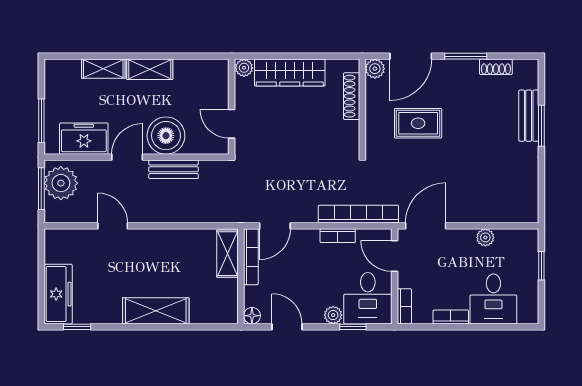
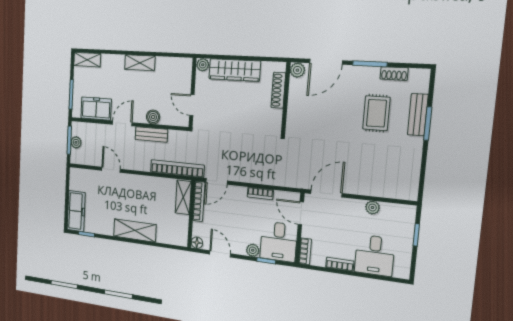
shelving: (103, 69) -> (87, 60), moved
rug: (418, 123) -> (376, 113), moved, turned 90
boiler: (166, 136) -> (153, 117), width x0.54, depth x0.54
plant: (61, 183) -> (76, 142), width x0.53, depth x0.53
bookcase: (358, 214) -> (177, 169), moved

